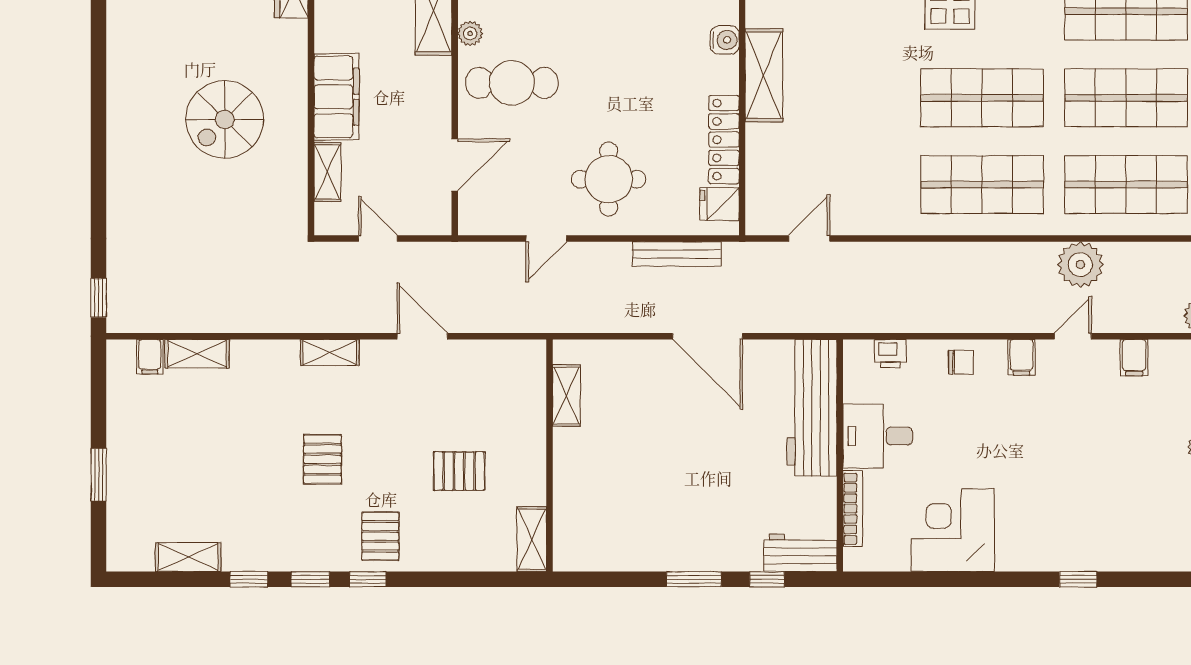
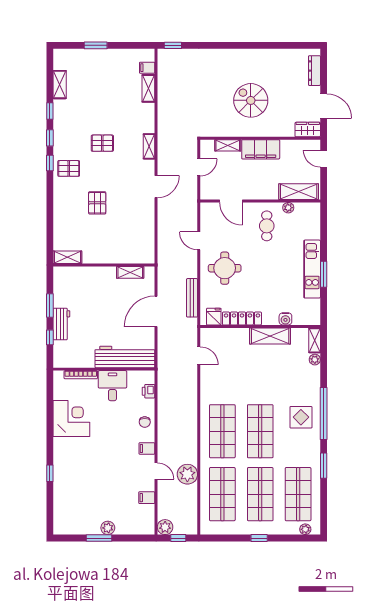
cafe table: (512, 83) -> (267, 226), width x0.73, depth x0.74
shelving: (566, 396) -> (130, 272), moved
wall: (549, 456) -> (104, 265), moved
shelving: (532, 539) -> (67, 257), moved
workbench: (800, 553) -> (61, 324), moved

